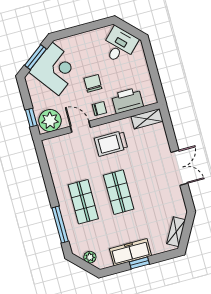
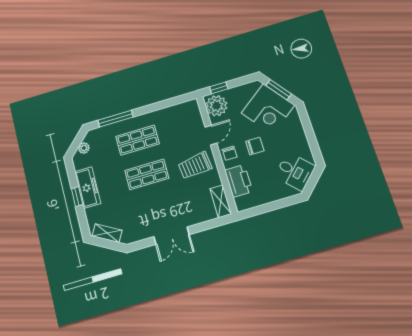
trolley: (111, 143) -> (195, 166), turned -97

